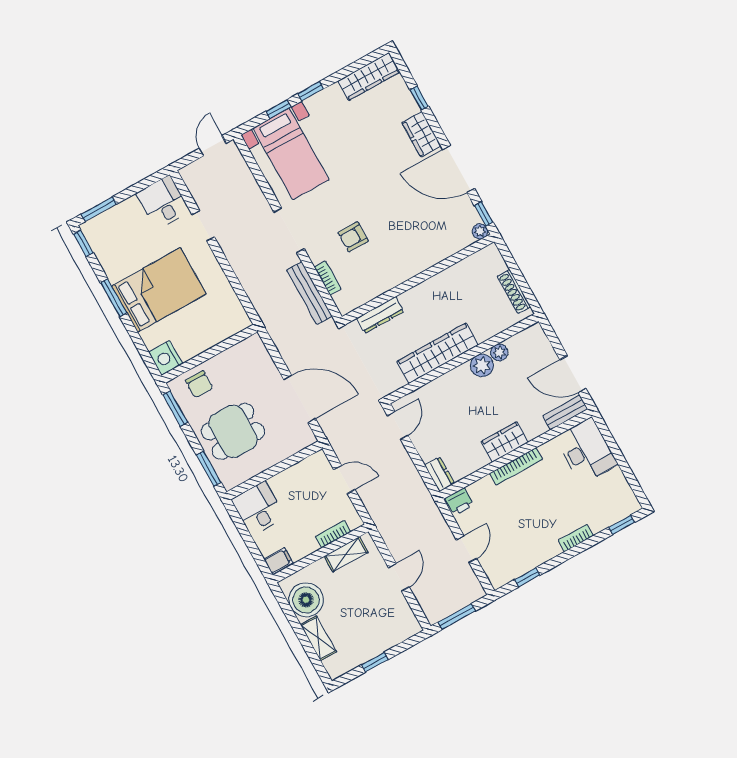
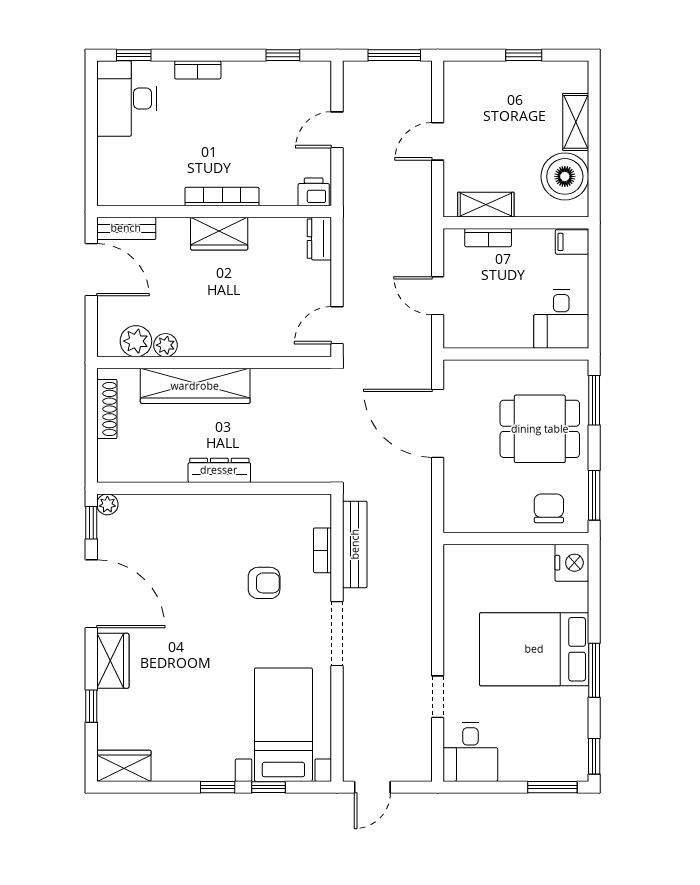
wardrobe: (369, 76) -> (124, 766), width x0.67
dresser: (380, 315) -> (219, 470), moved
wardrobe: (438, 353) -> (195, 386), moved
plant: (482, 365) -> (136, 341), moved
desk: (586, 451) -> (126, 99), moved

